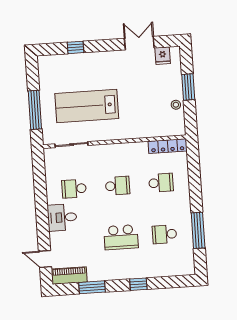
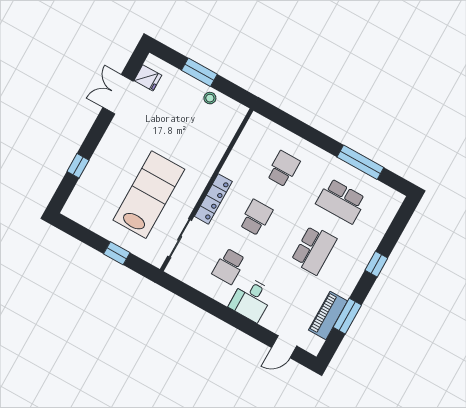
lab bench: (87, 106) -> (149, 195), turned 180
window: (35, 110) -> (117, 253), width x0.46
locker: (168, 146) -> (213, 199), moved
school desk: (164, 234) -> (341, 201), width x1.85
piano: (69, 275) -> (328, 315), moved

